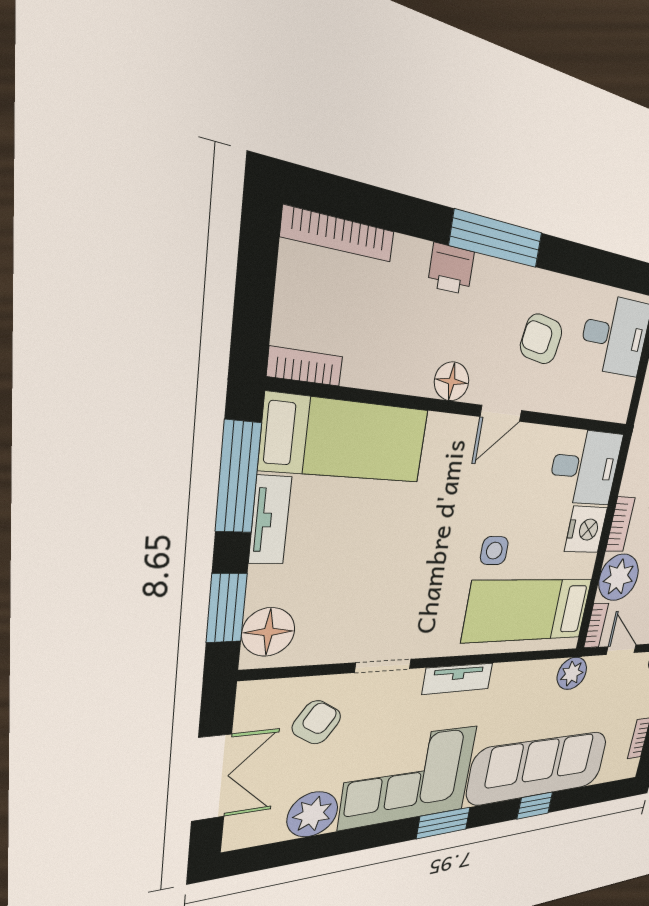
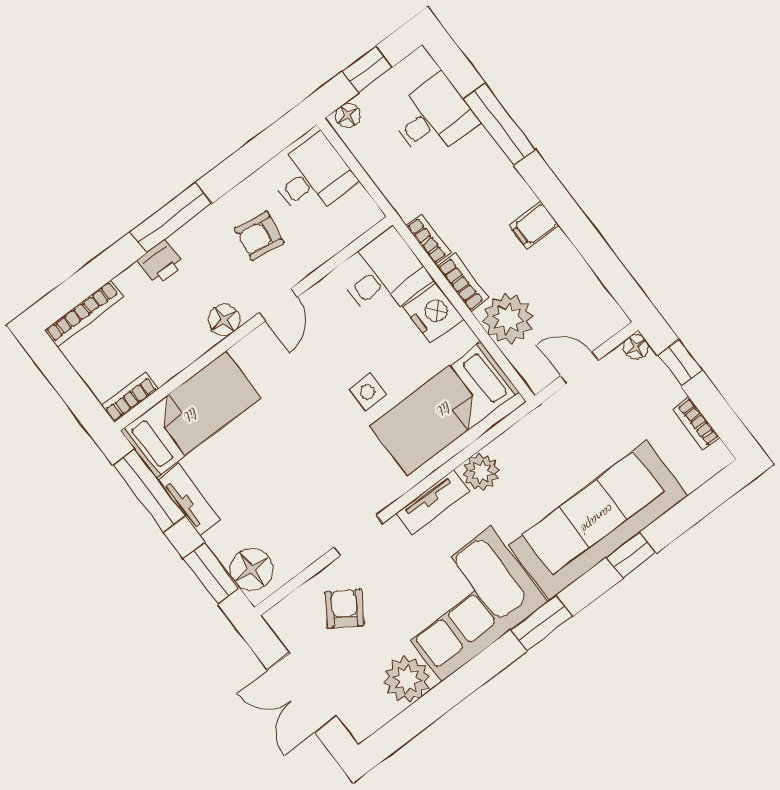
bookcase: (596, 626) -> (428, 239), moved
plant: (572, 673) -> (481, 472), moved
double door: (211, 778) -> (302, 693), swing flipped

